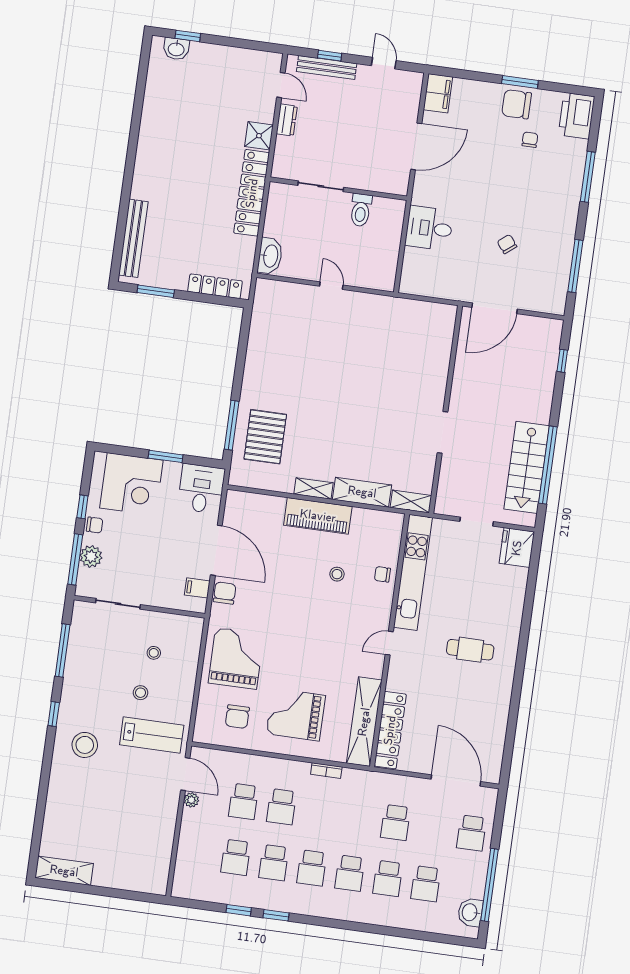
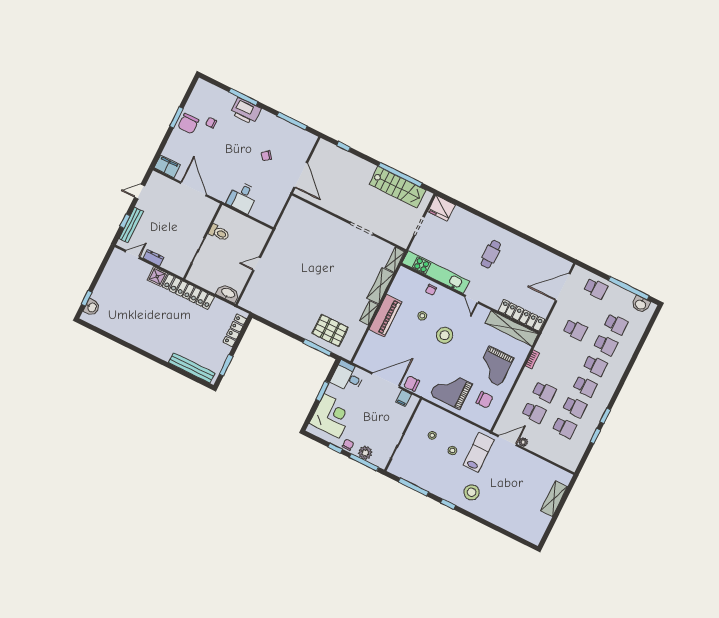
printer: (577, 116) -> (246, 111), moved
stool: (318, 620) -> (445, 335), added
shelving: (64, 871) -> (554, 499), moved

